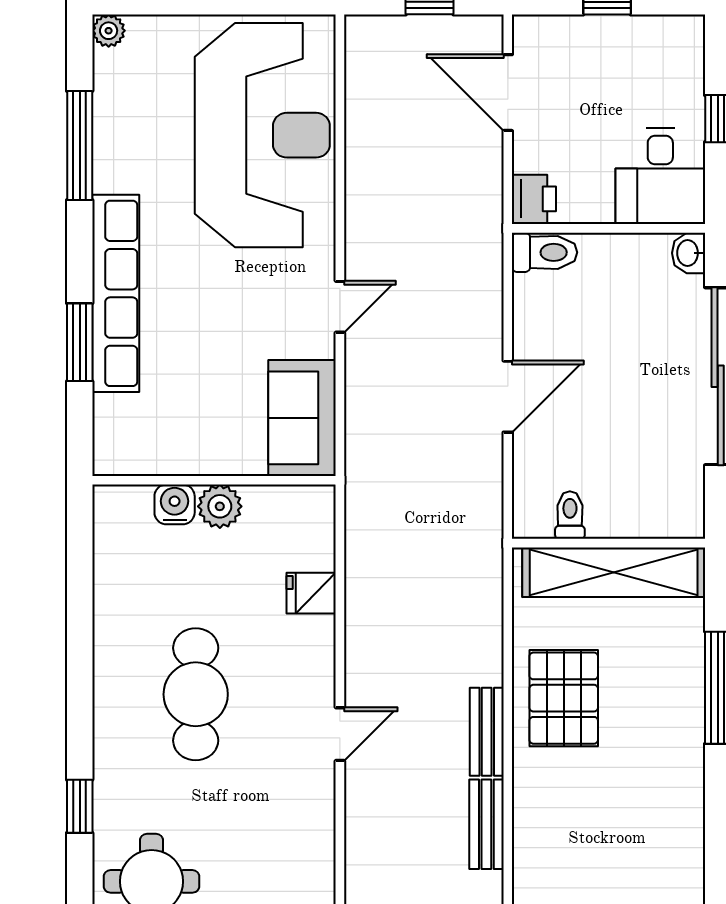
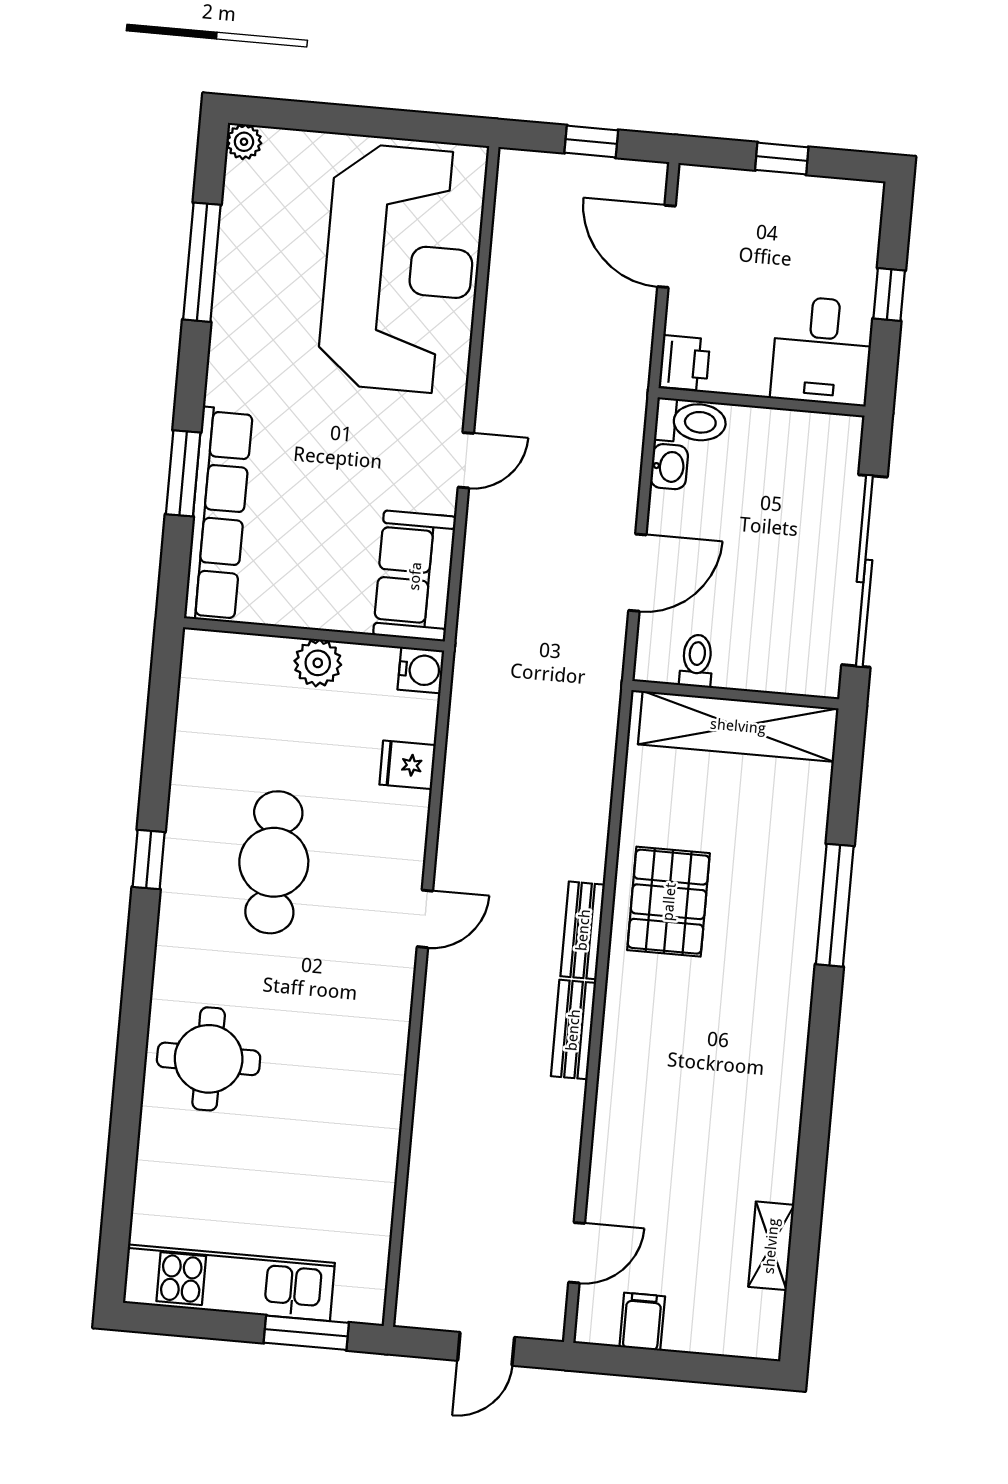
washbasin: (689, 253) -> (669, 467), moved, turned 180
row of seats: (116, 293) -> (218, 514), moved
water cooler: (175, 504) -> (421, 670), moved, turned 90
toilet: (570, 515) -> (697, 661), moved
wall: (608, 543) -> (735, 695), moved
shelving: (614, 572) -> (738, 726), moved
window: (80, 806) -> (149, 860), moved

